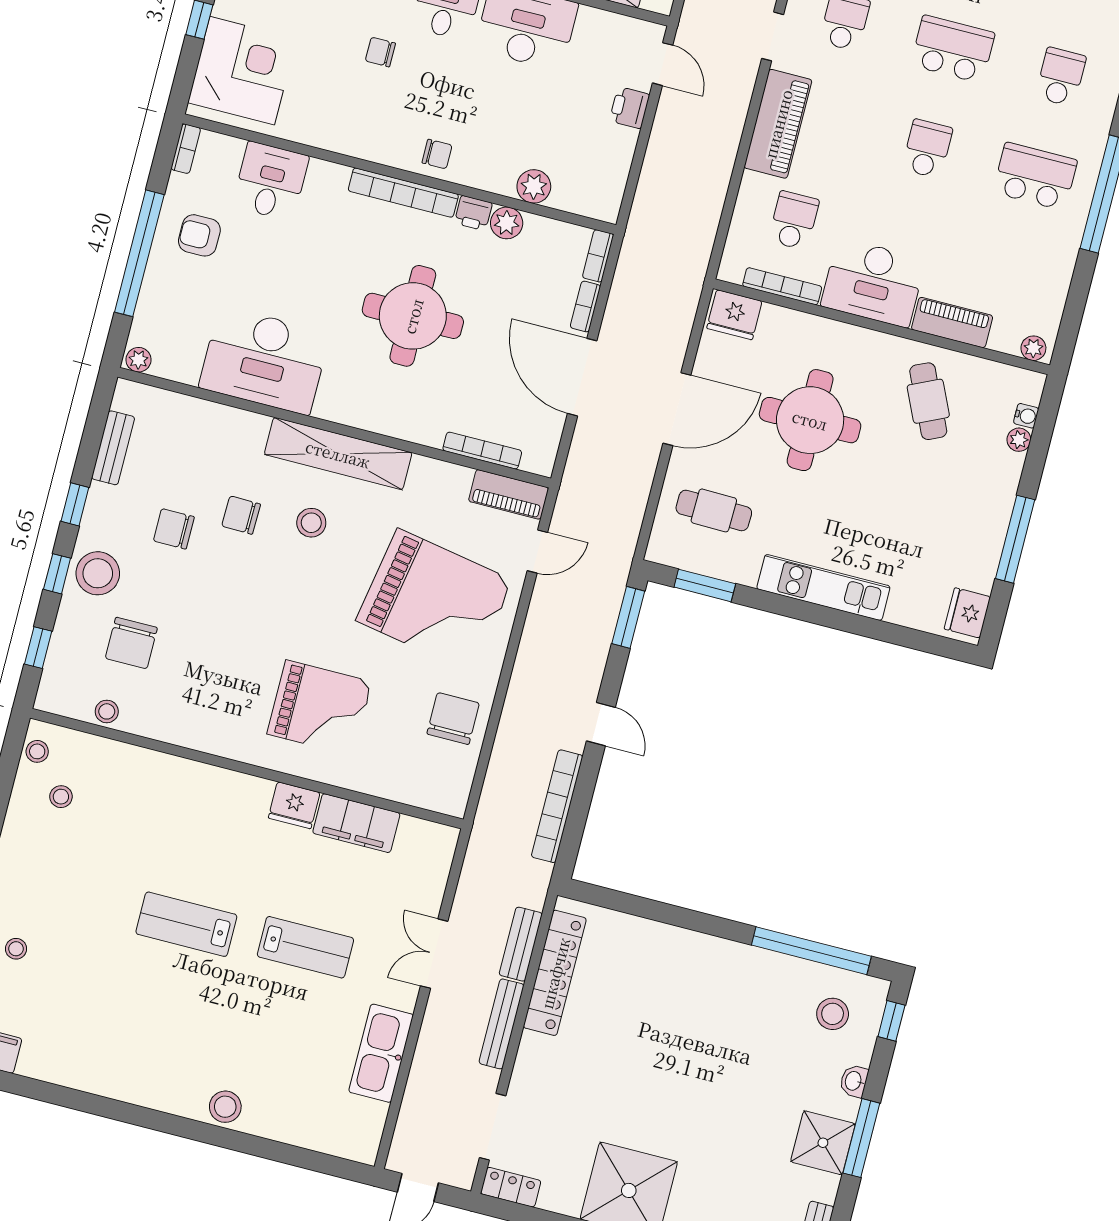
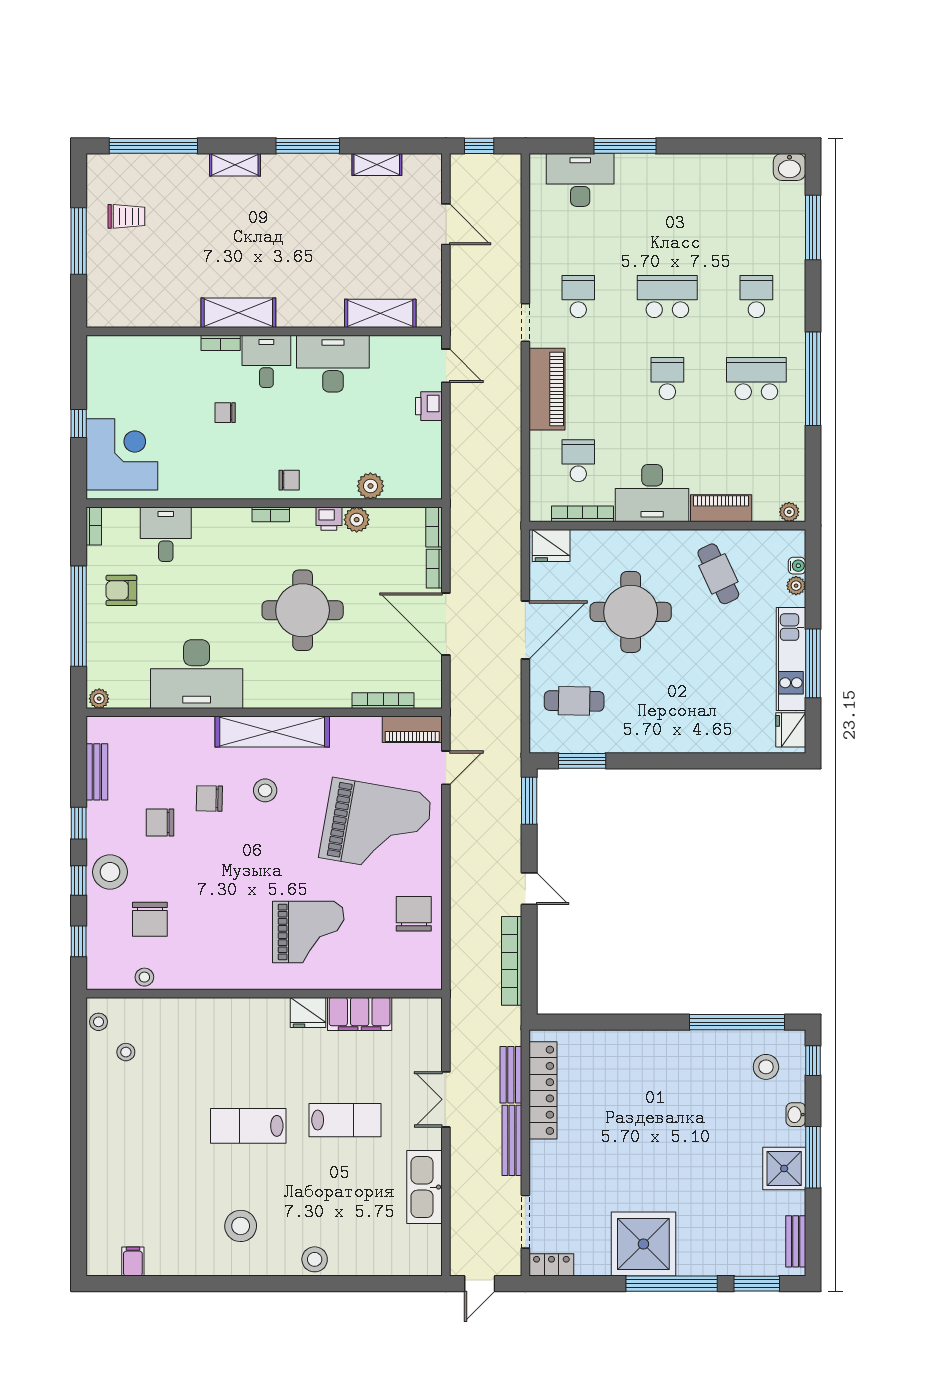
bookcase: (403, 193) -> (271, 514), width x0.43, depth x0.76
kitchen unit: (823, 587) -> (791, 659), moved, turned -90
stool: (16, 949) -> (241, 1226), moved, width x1.89, depth x1.89

